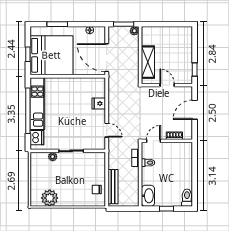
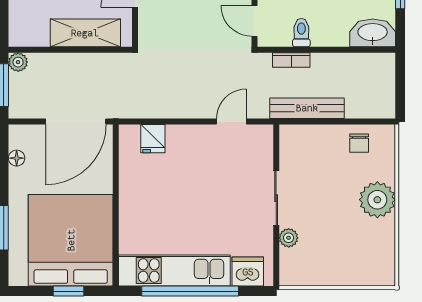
fridge: (99, 104) -> (153, 139), moved
bench: (113, 187) -> (307, 108), moved
plant: (50, 198) -> (377, 200), moved

